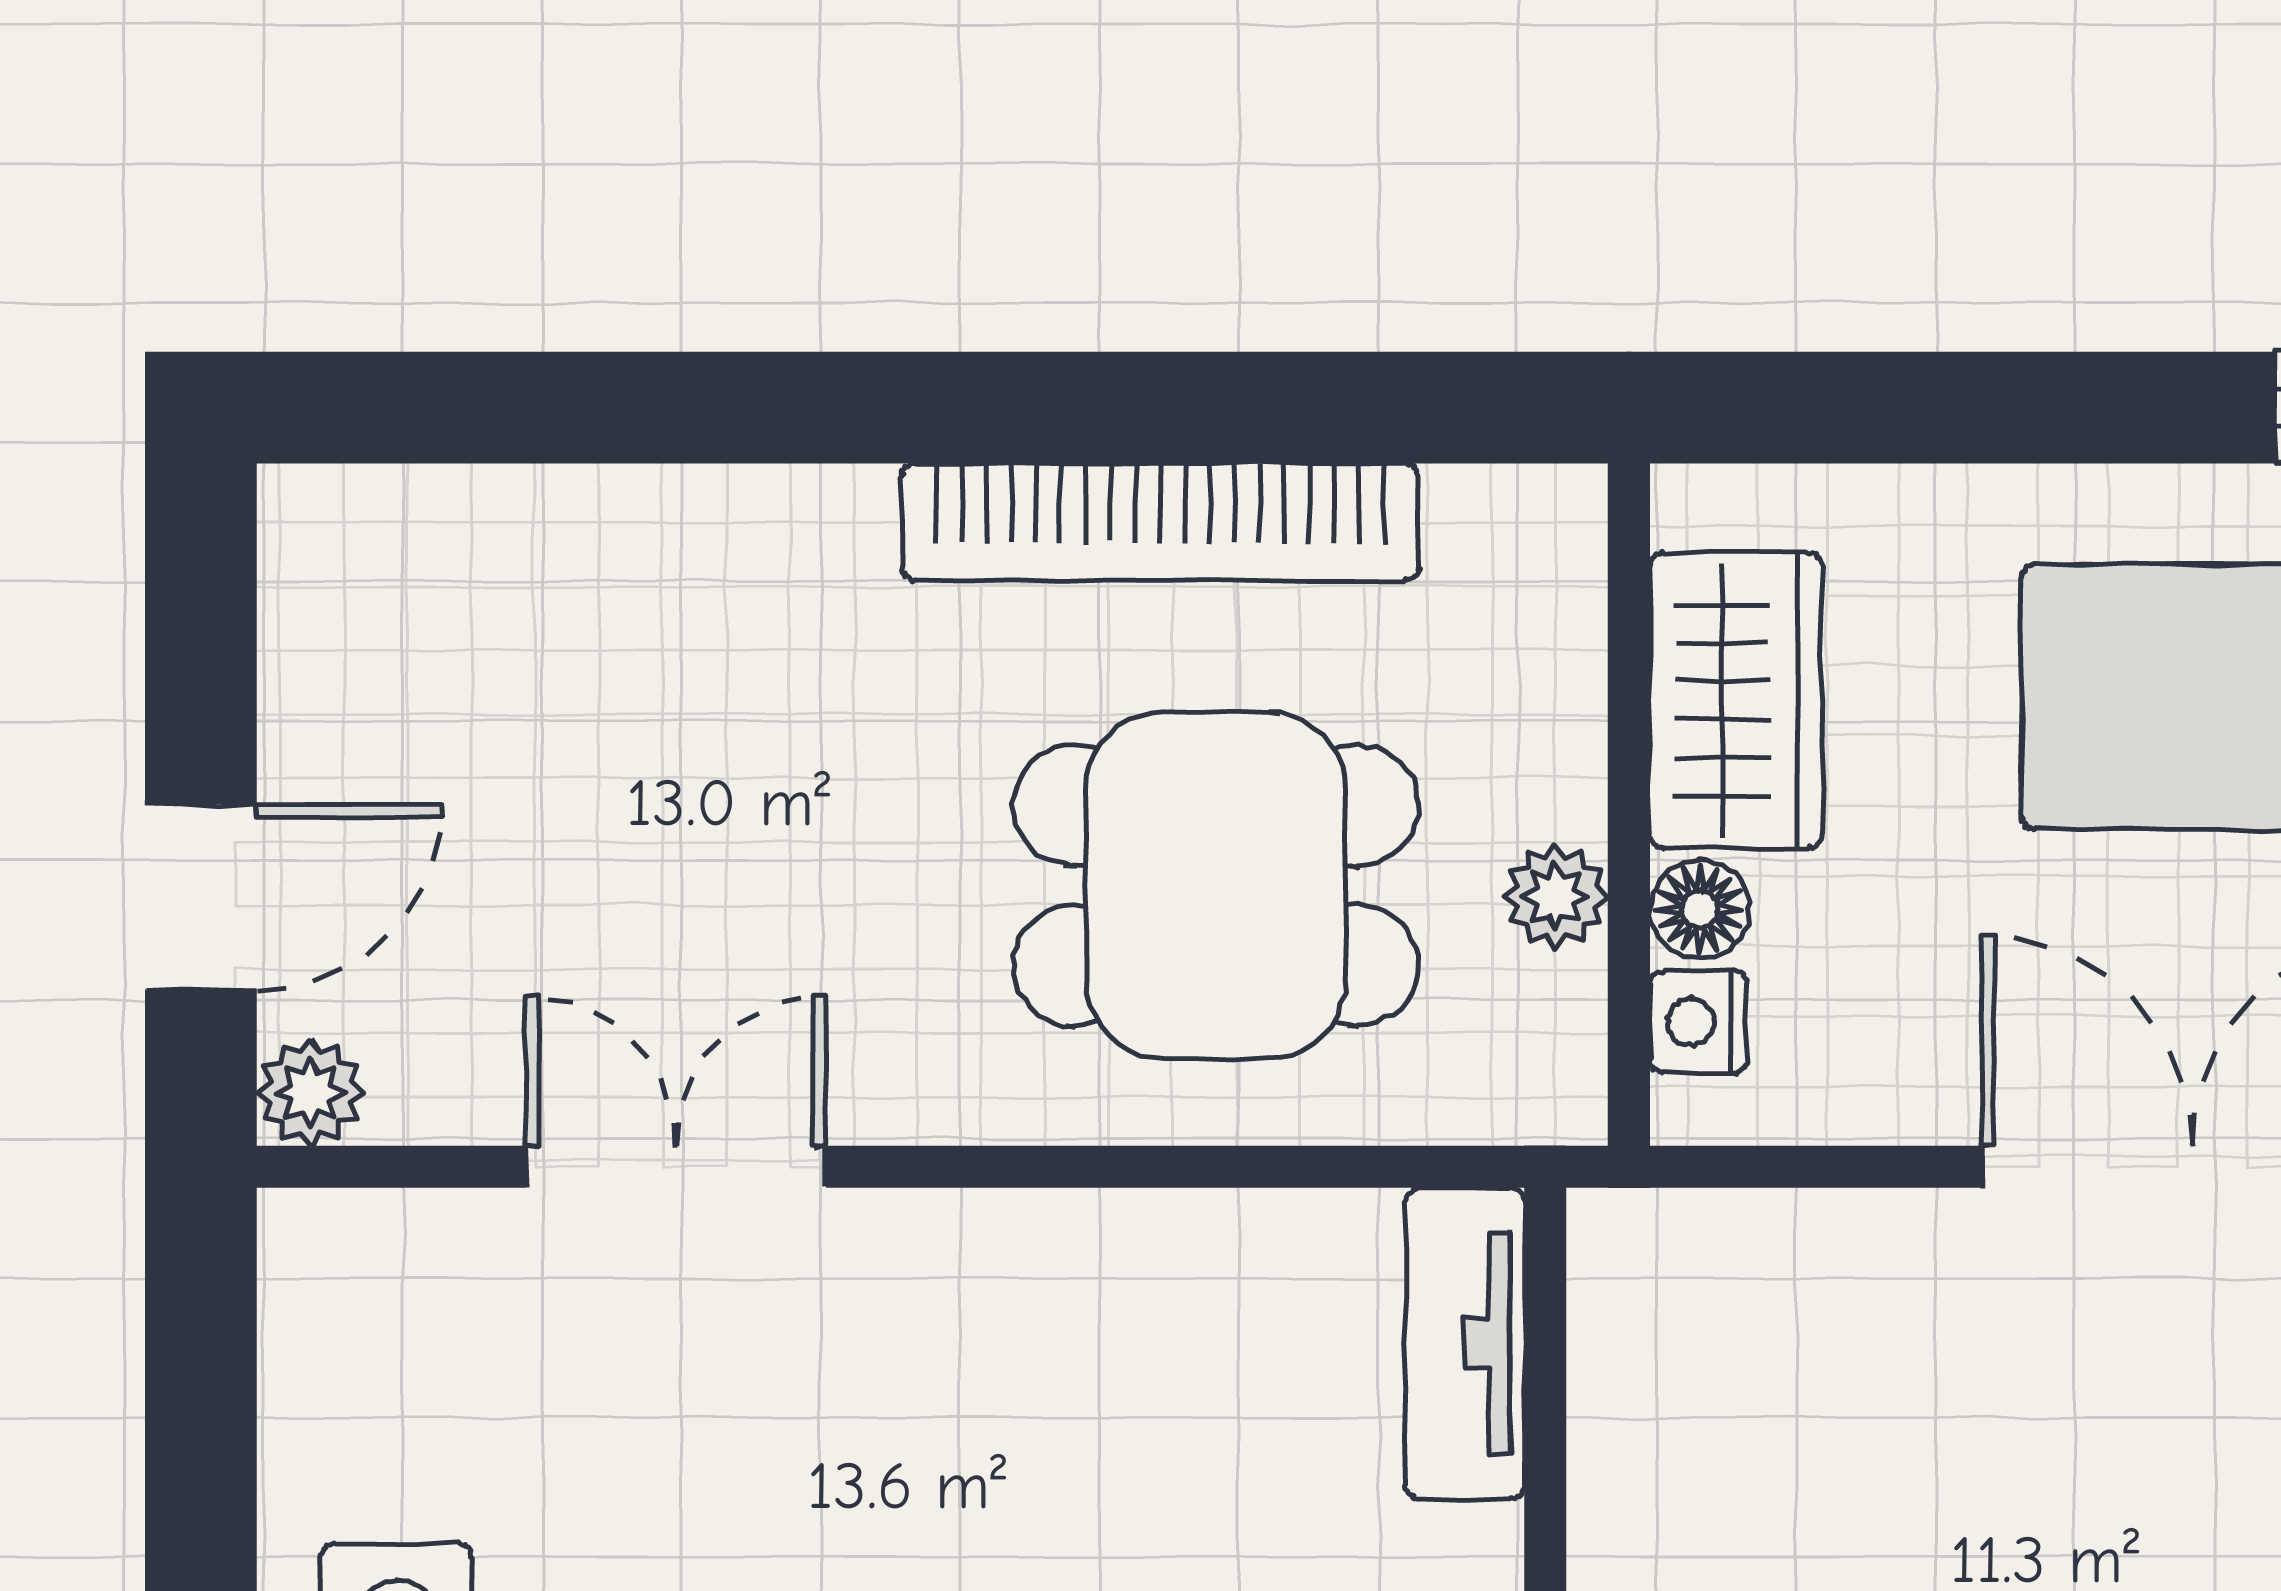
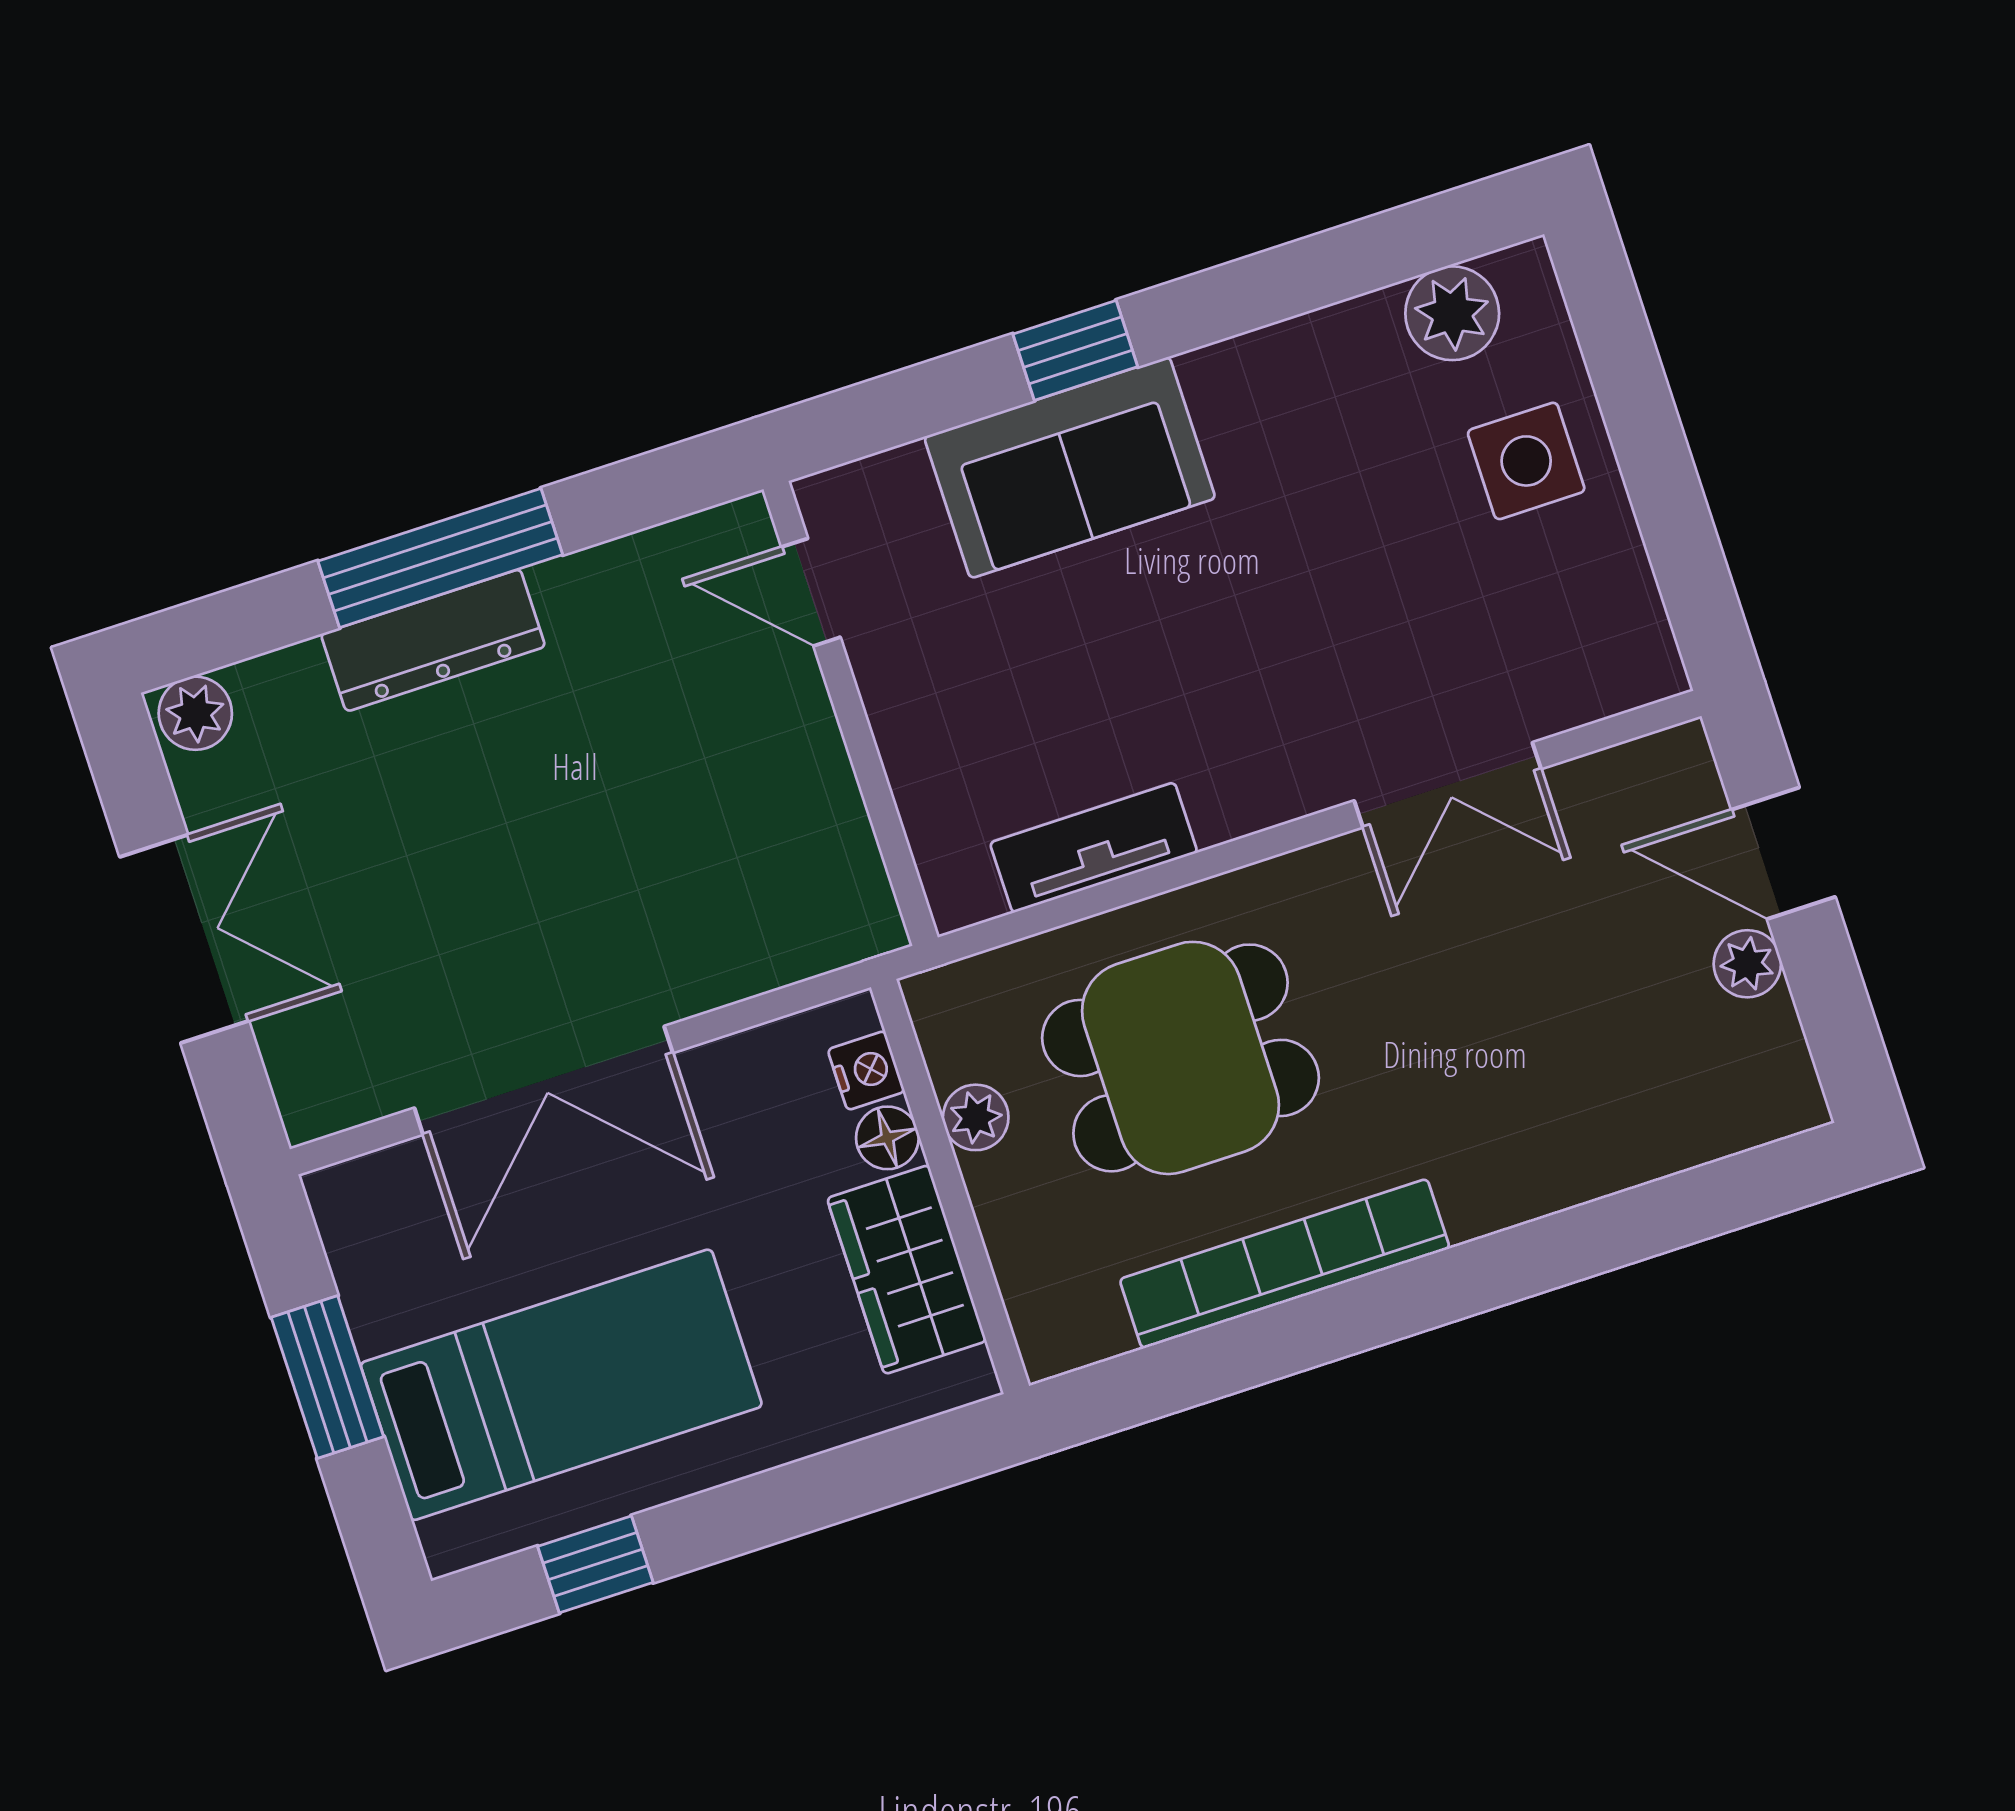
door: (201, 897) -> (1783, 853), hinge flipped
plant: (310, 1092) -> (1747, 964), moved
tv unit: (1465, 1343) -> (1094, 848), moved, turned -90

